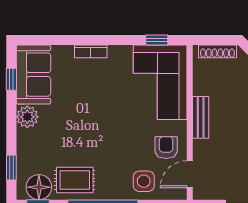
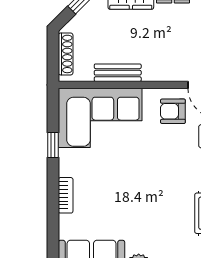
window: (157, 40) -> (53, 145), moved
bench: (201, 117) -> (118, 73), moved

